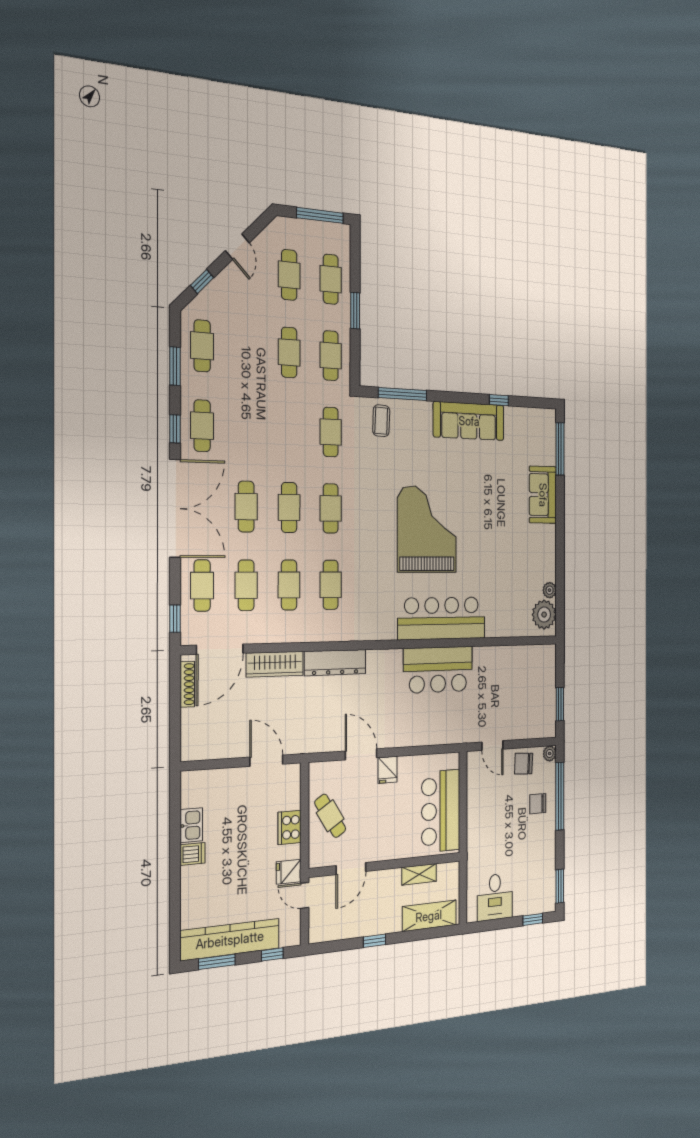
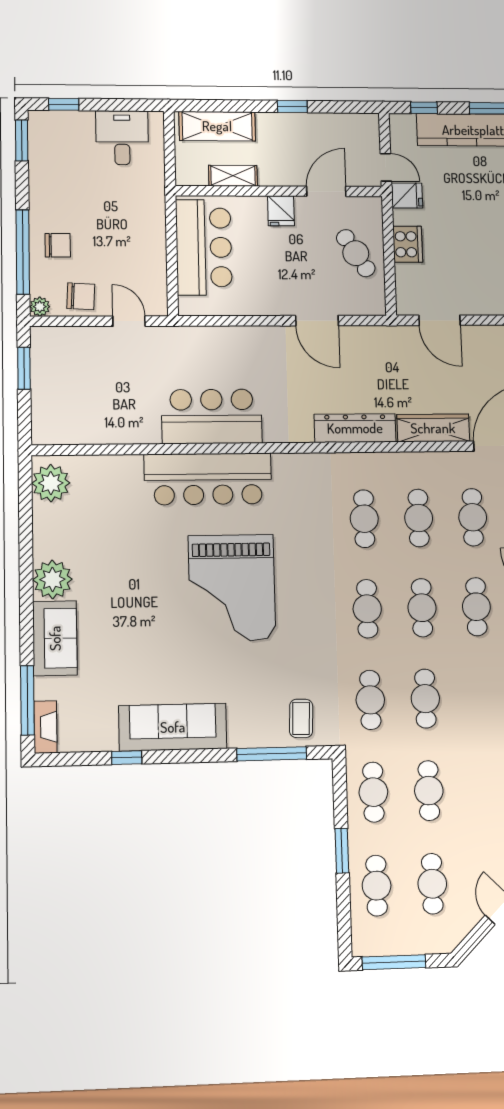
fireplace: (549, 428) -> (45, 727), added
cafe table: (289, 430) -> (425, 699), added
plant: (550, 590) -> (52, 579), moved, width x1.88, depth x1.88
fridge: (387, 770) -> (281, 211), moved, turned 180

